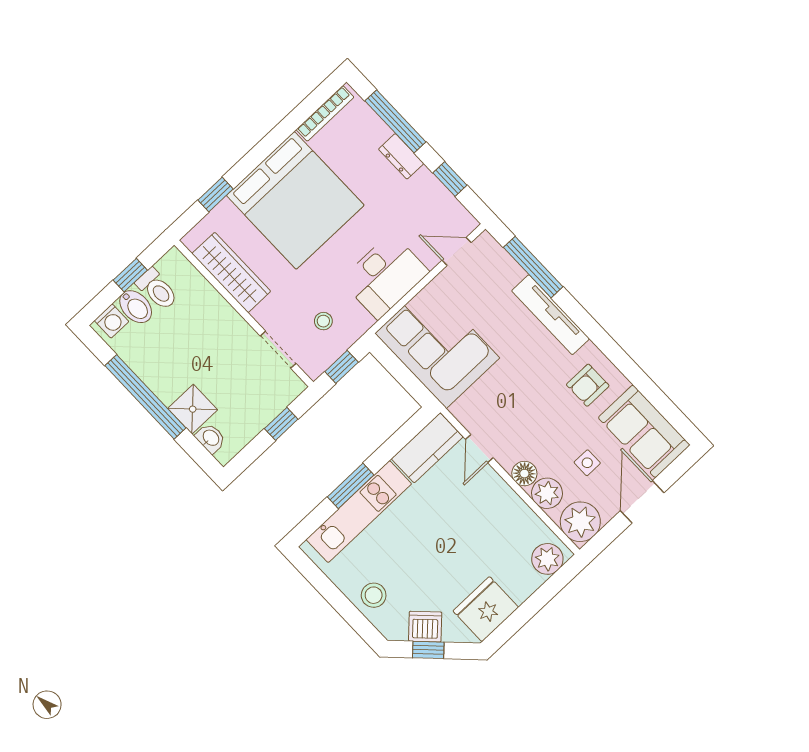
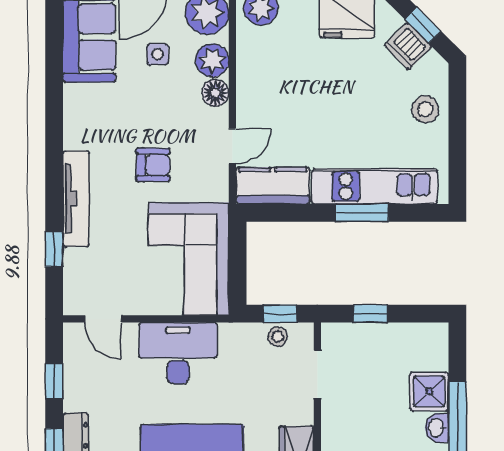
window: (533, 267) -> (54, 249), width x0.46
stool: (323, 321) -> (278, 337), moved
armchair: (588, 385) -> (153, 165), moved
washbasin: (211, 438) -> (437, 428), moved

